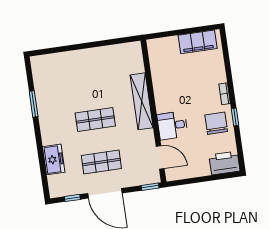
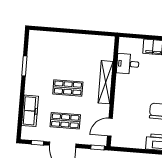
desk: (172, 125) -> (128, 64), moved
door: (160, 157) -> (110, 127), swing flipped
freezer: (54, 159) -> (30, 111), width x1.40

